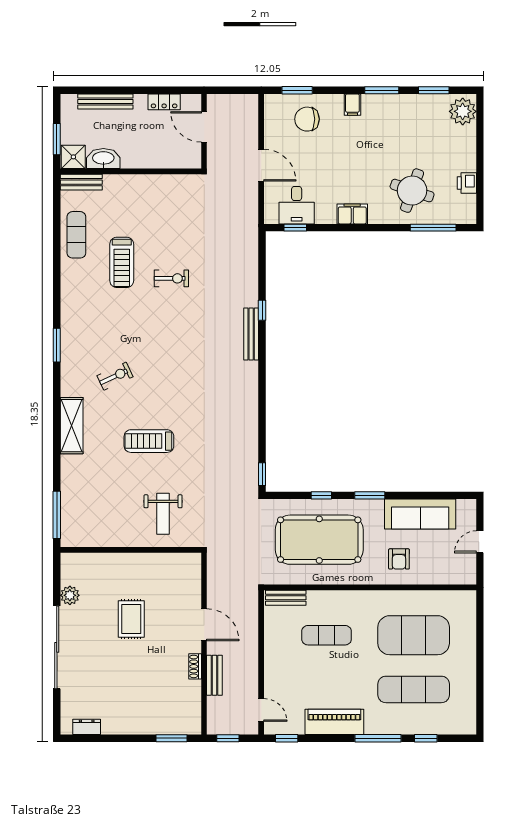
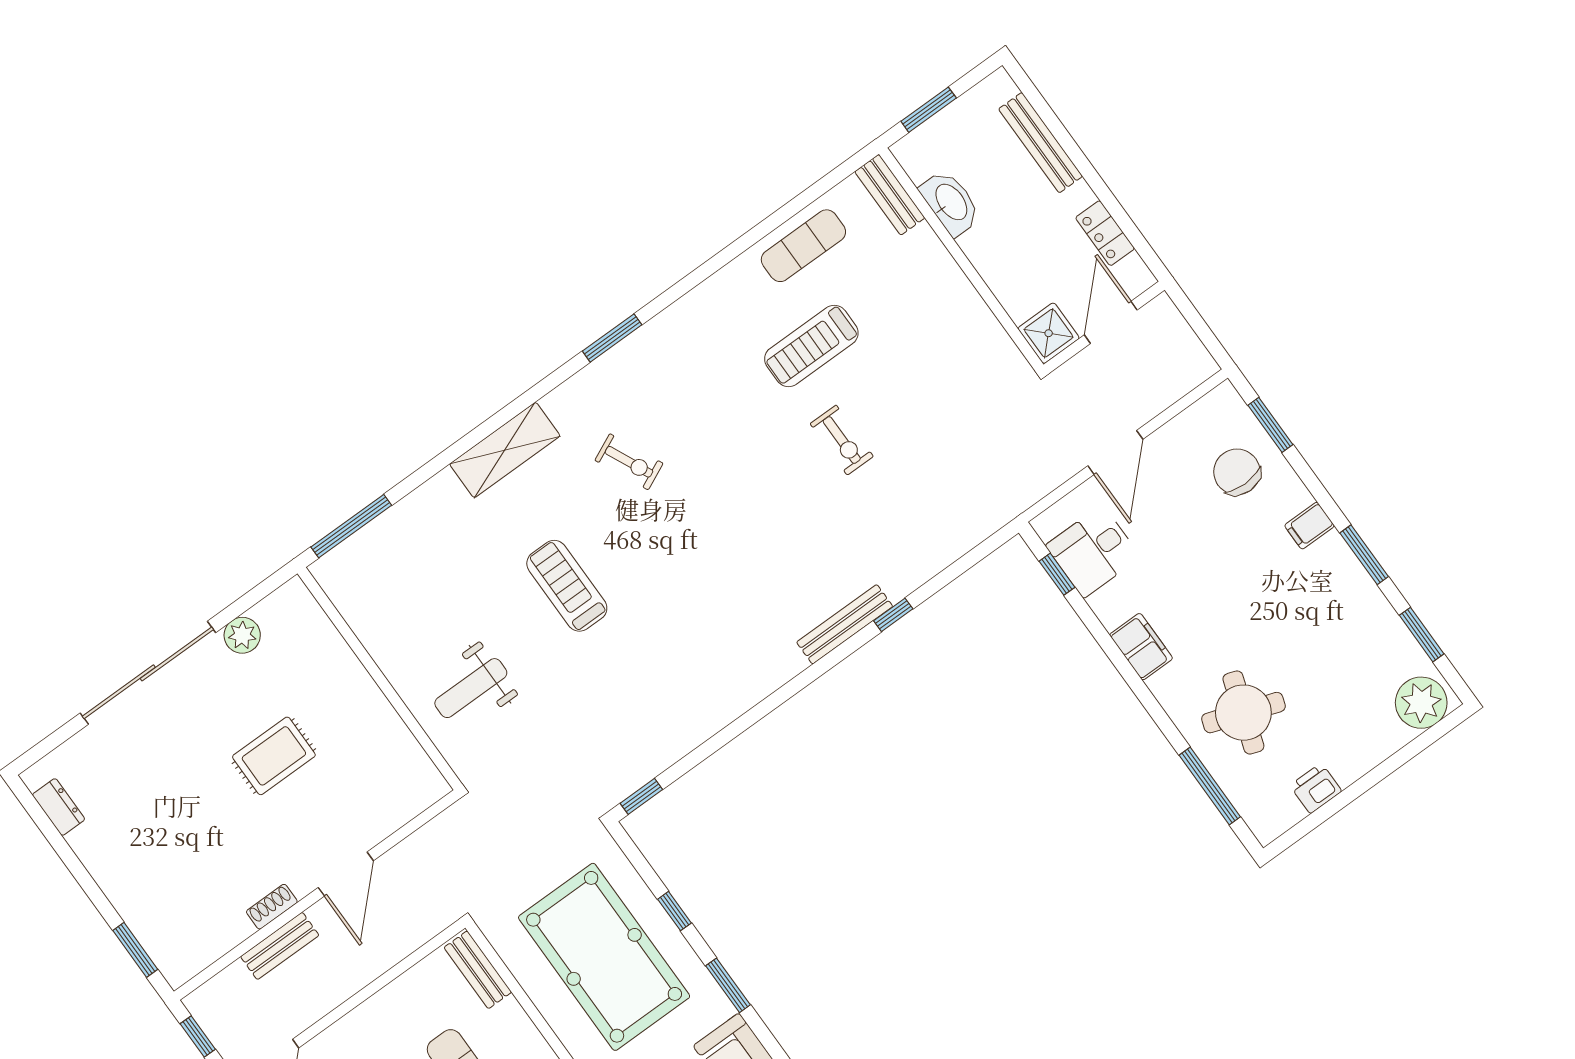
shower: (73, 157) -> (1049, 333), moved

